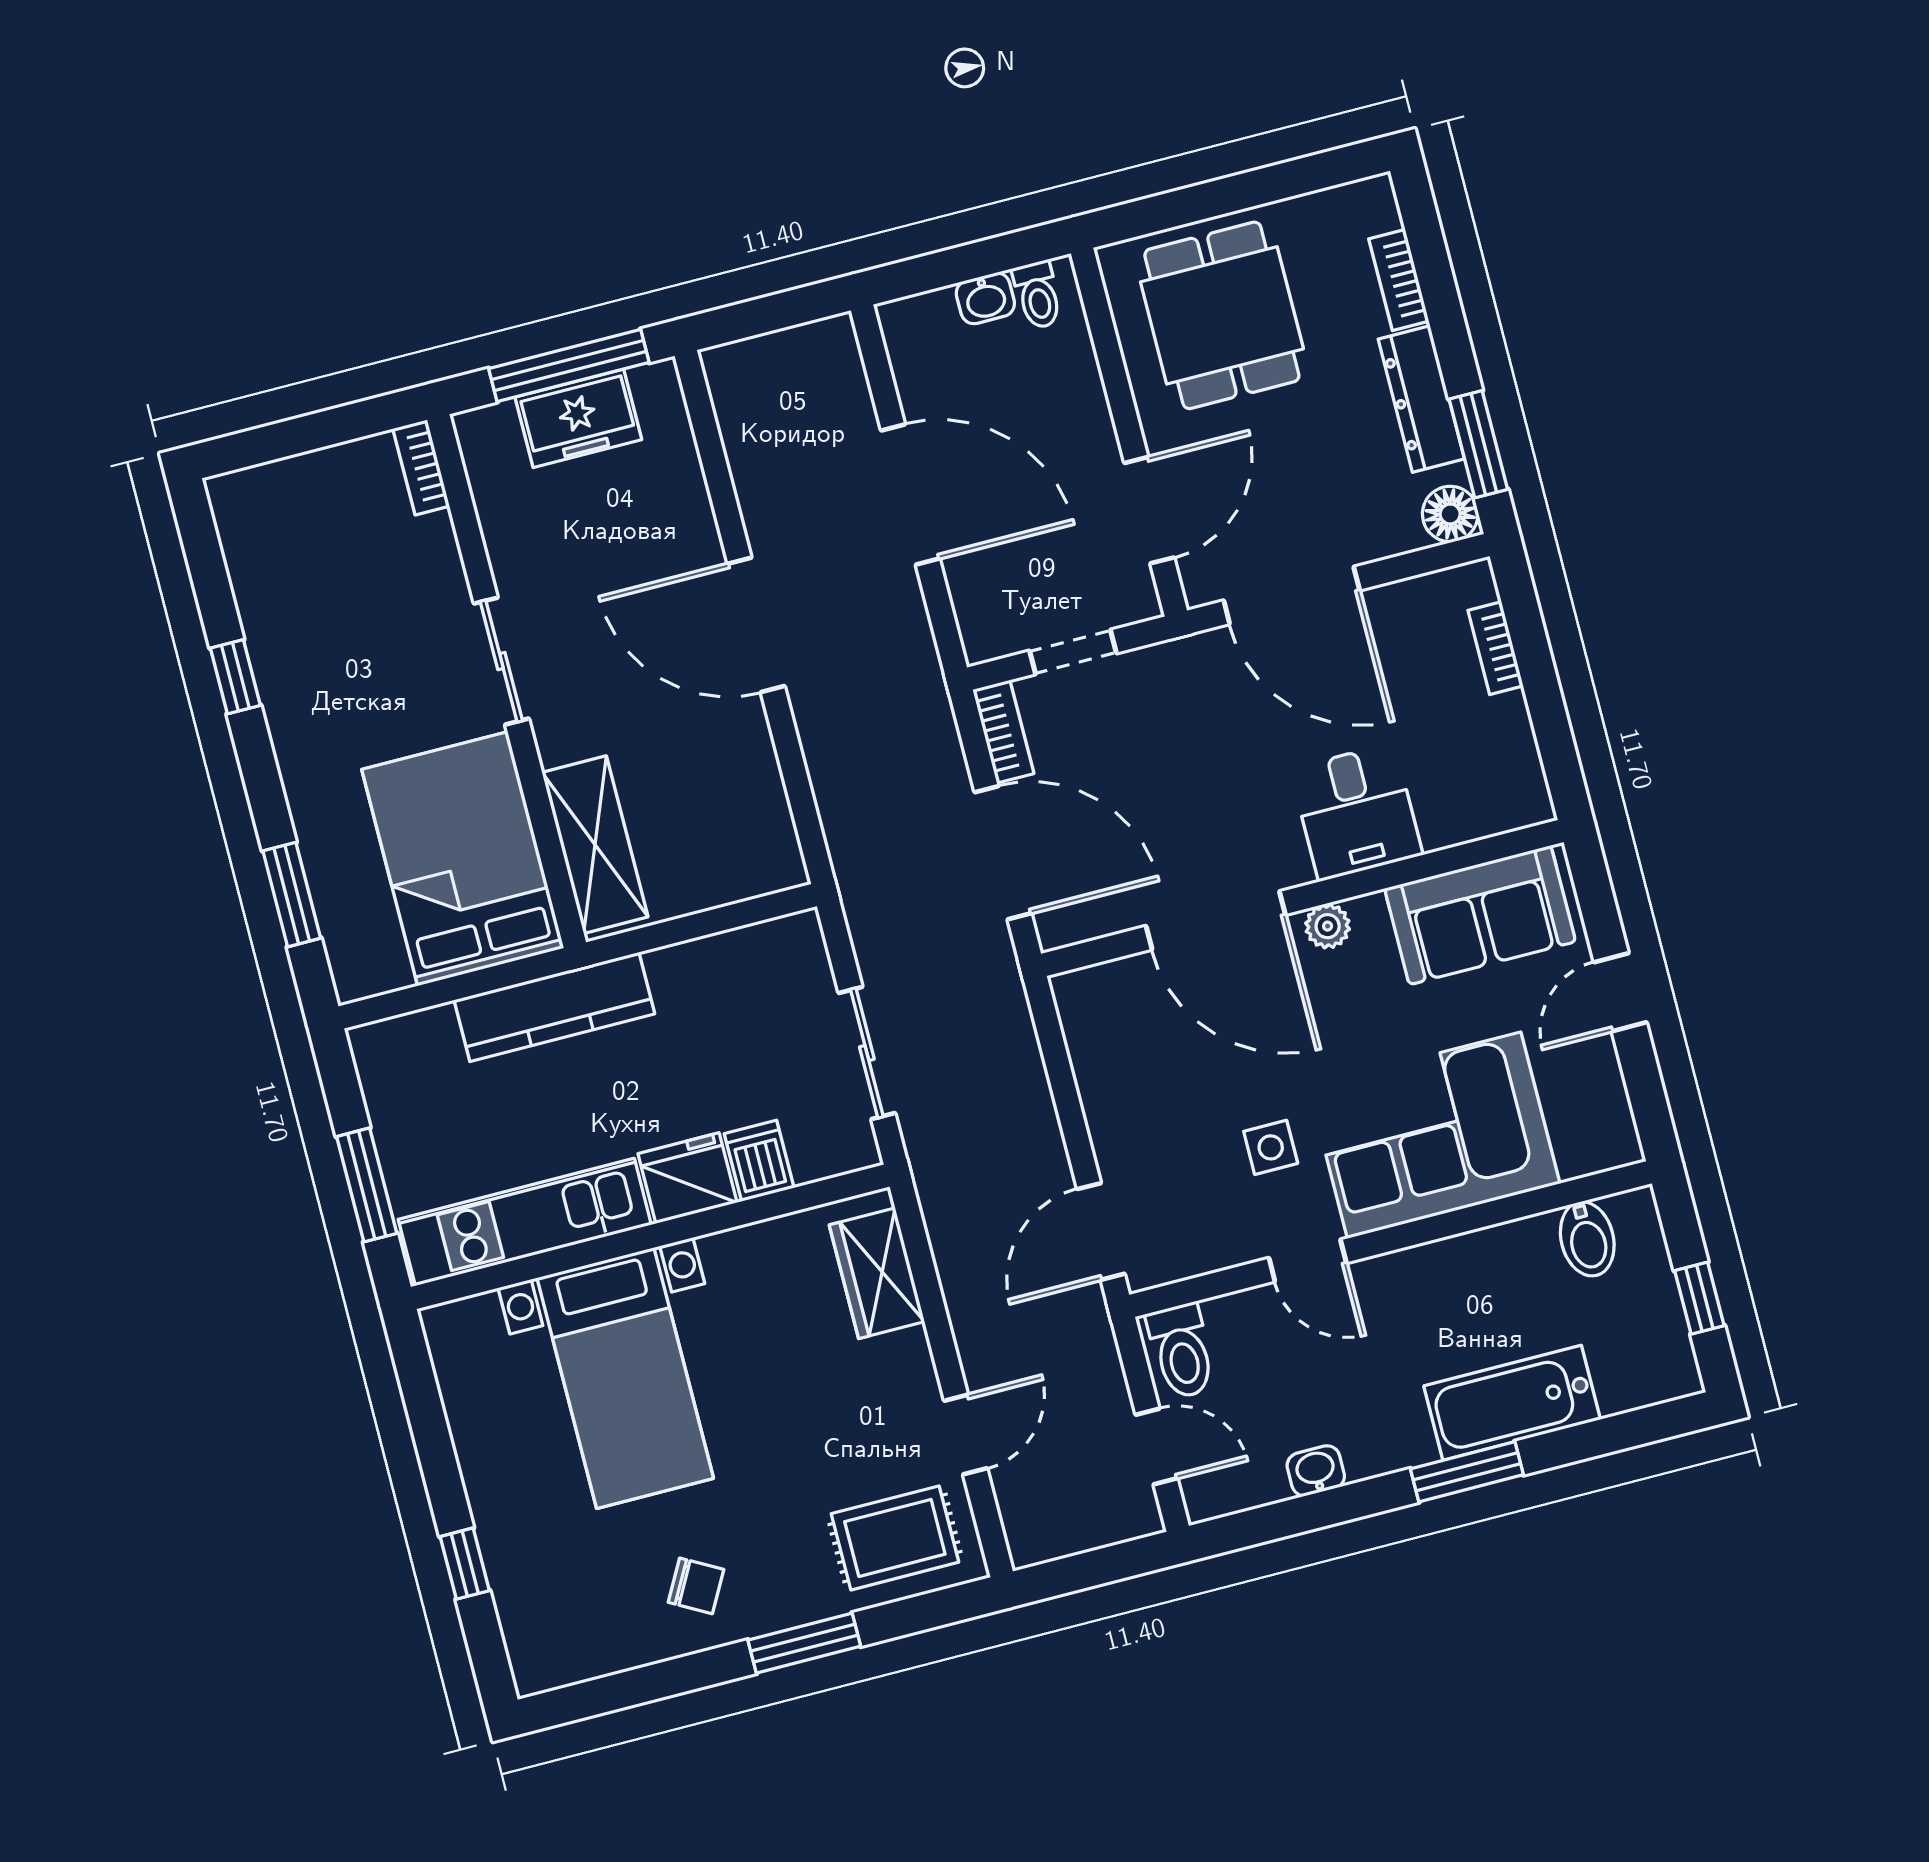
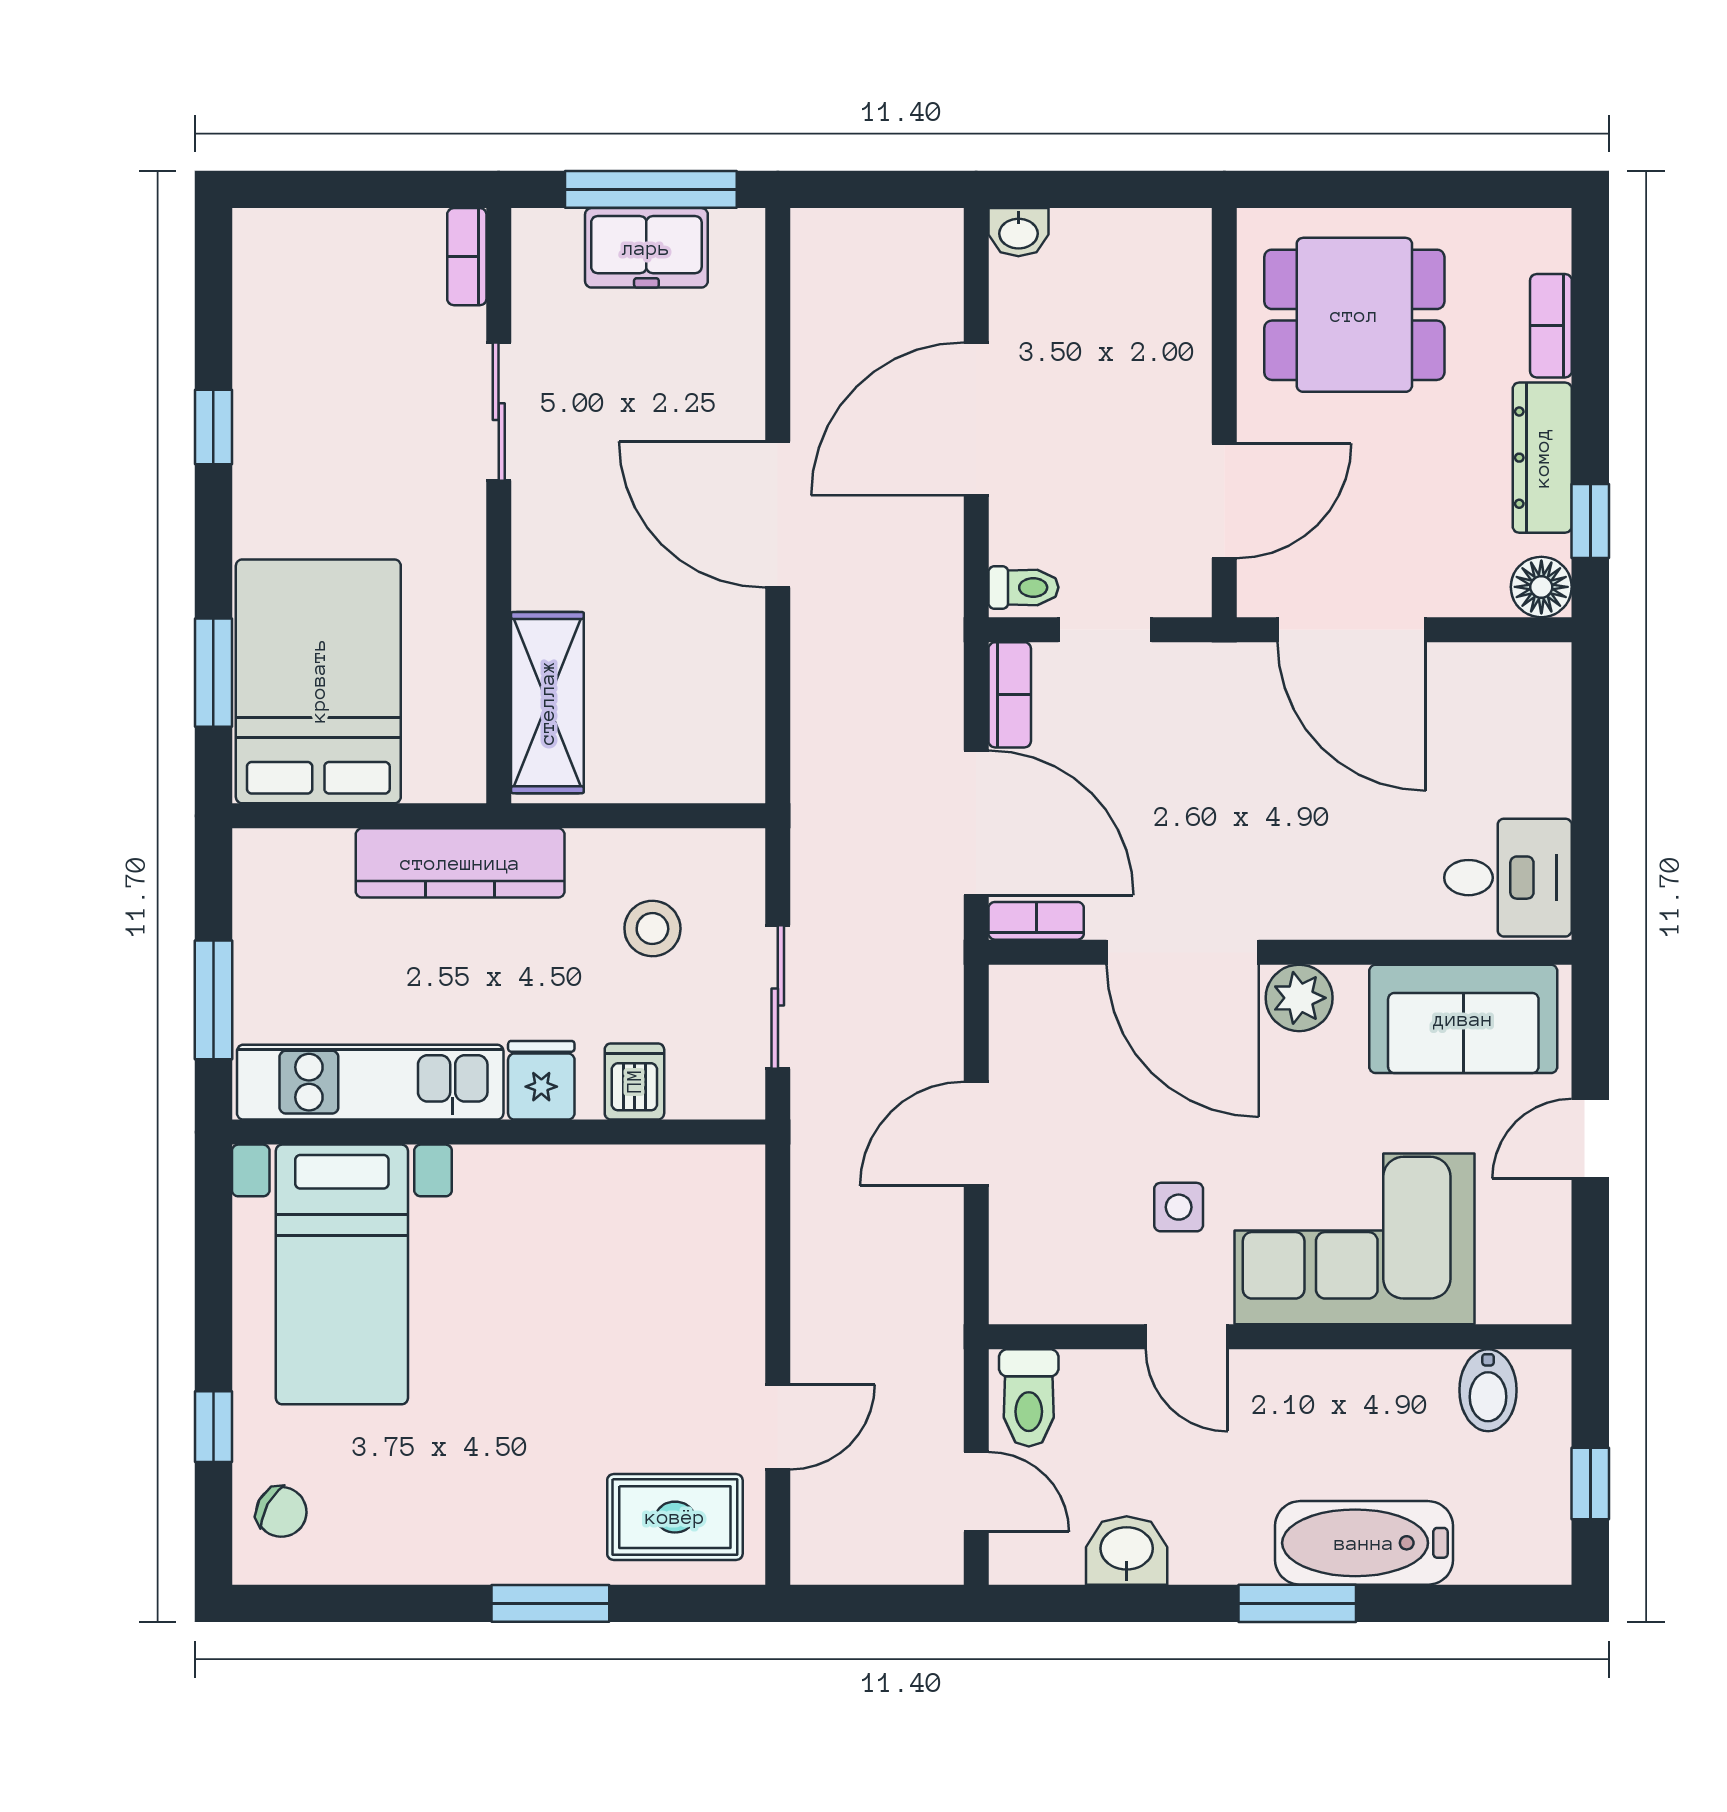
toilet: (1038, 295) -> (1023, 587), moved, turned -90
washbasin: (985, 298) -> (1018, 232), moved
dining table: (1222, 315) -> (1354, 315), turned 90
window: (1478, 444) -> (1590, 521), width x0.67
door: (910, 495) -> (976, 419), swing flipped
bookcase: (1496, 648) -> (1036, 921), moved, turned 90
sliding door: (501, 661) -> (499, 412), moved
desk: (1356, 812) -> (1508, 878), moved, turned -90
bed: (463, 859) -> (318, 681), moved
plant: (1328, 926) -> (1299, 998), width x1.38, depth x1.38
stool: (740, 1021) -> (652, 929), added
fridge: (687, 1178) -> (541, 1080), width x0.72
door: (1101, 1231) -> (976, 1134), moved
wardrobe: (877, 1273) -> (728, 1232), removed
bed with nightstands: (625, 1378) -> (342, 1274), moved
washbasin: (1316, 1471) -> (1127, 1550), width x1.38, depth x1.45
chair: (696, 1586) -> (281, 1512), moved

